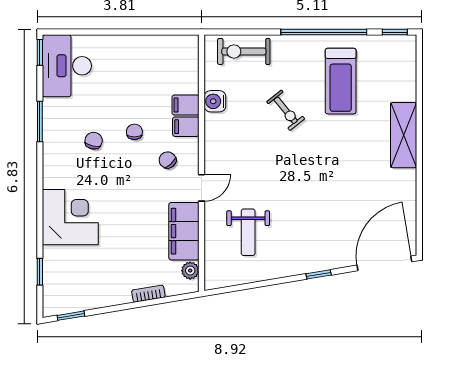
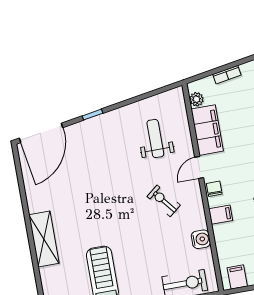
filing cabinet: (186, 105) -> (237, 277), moved, turned -90
exercise bike: (286, 110) -> (164, 201), moved
chair: (168, 160) -> (214, 189), moved, turned -138

